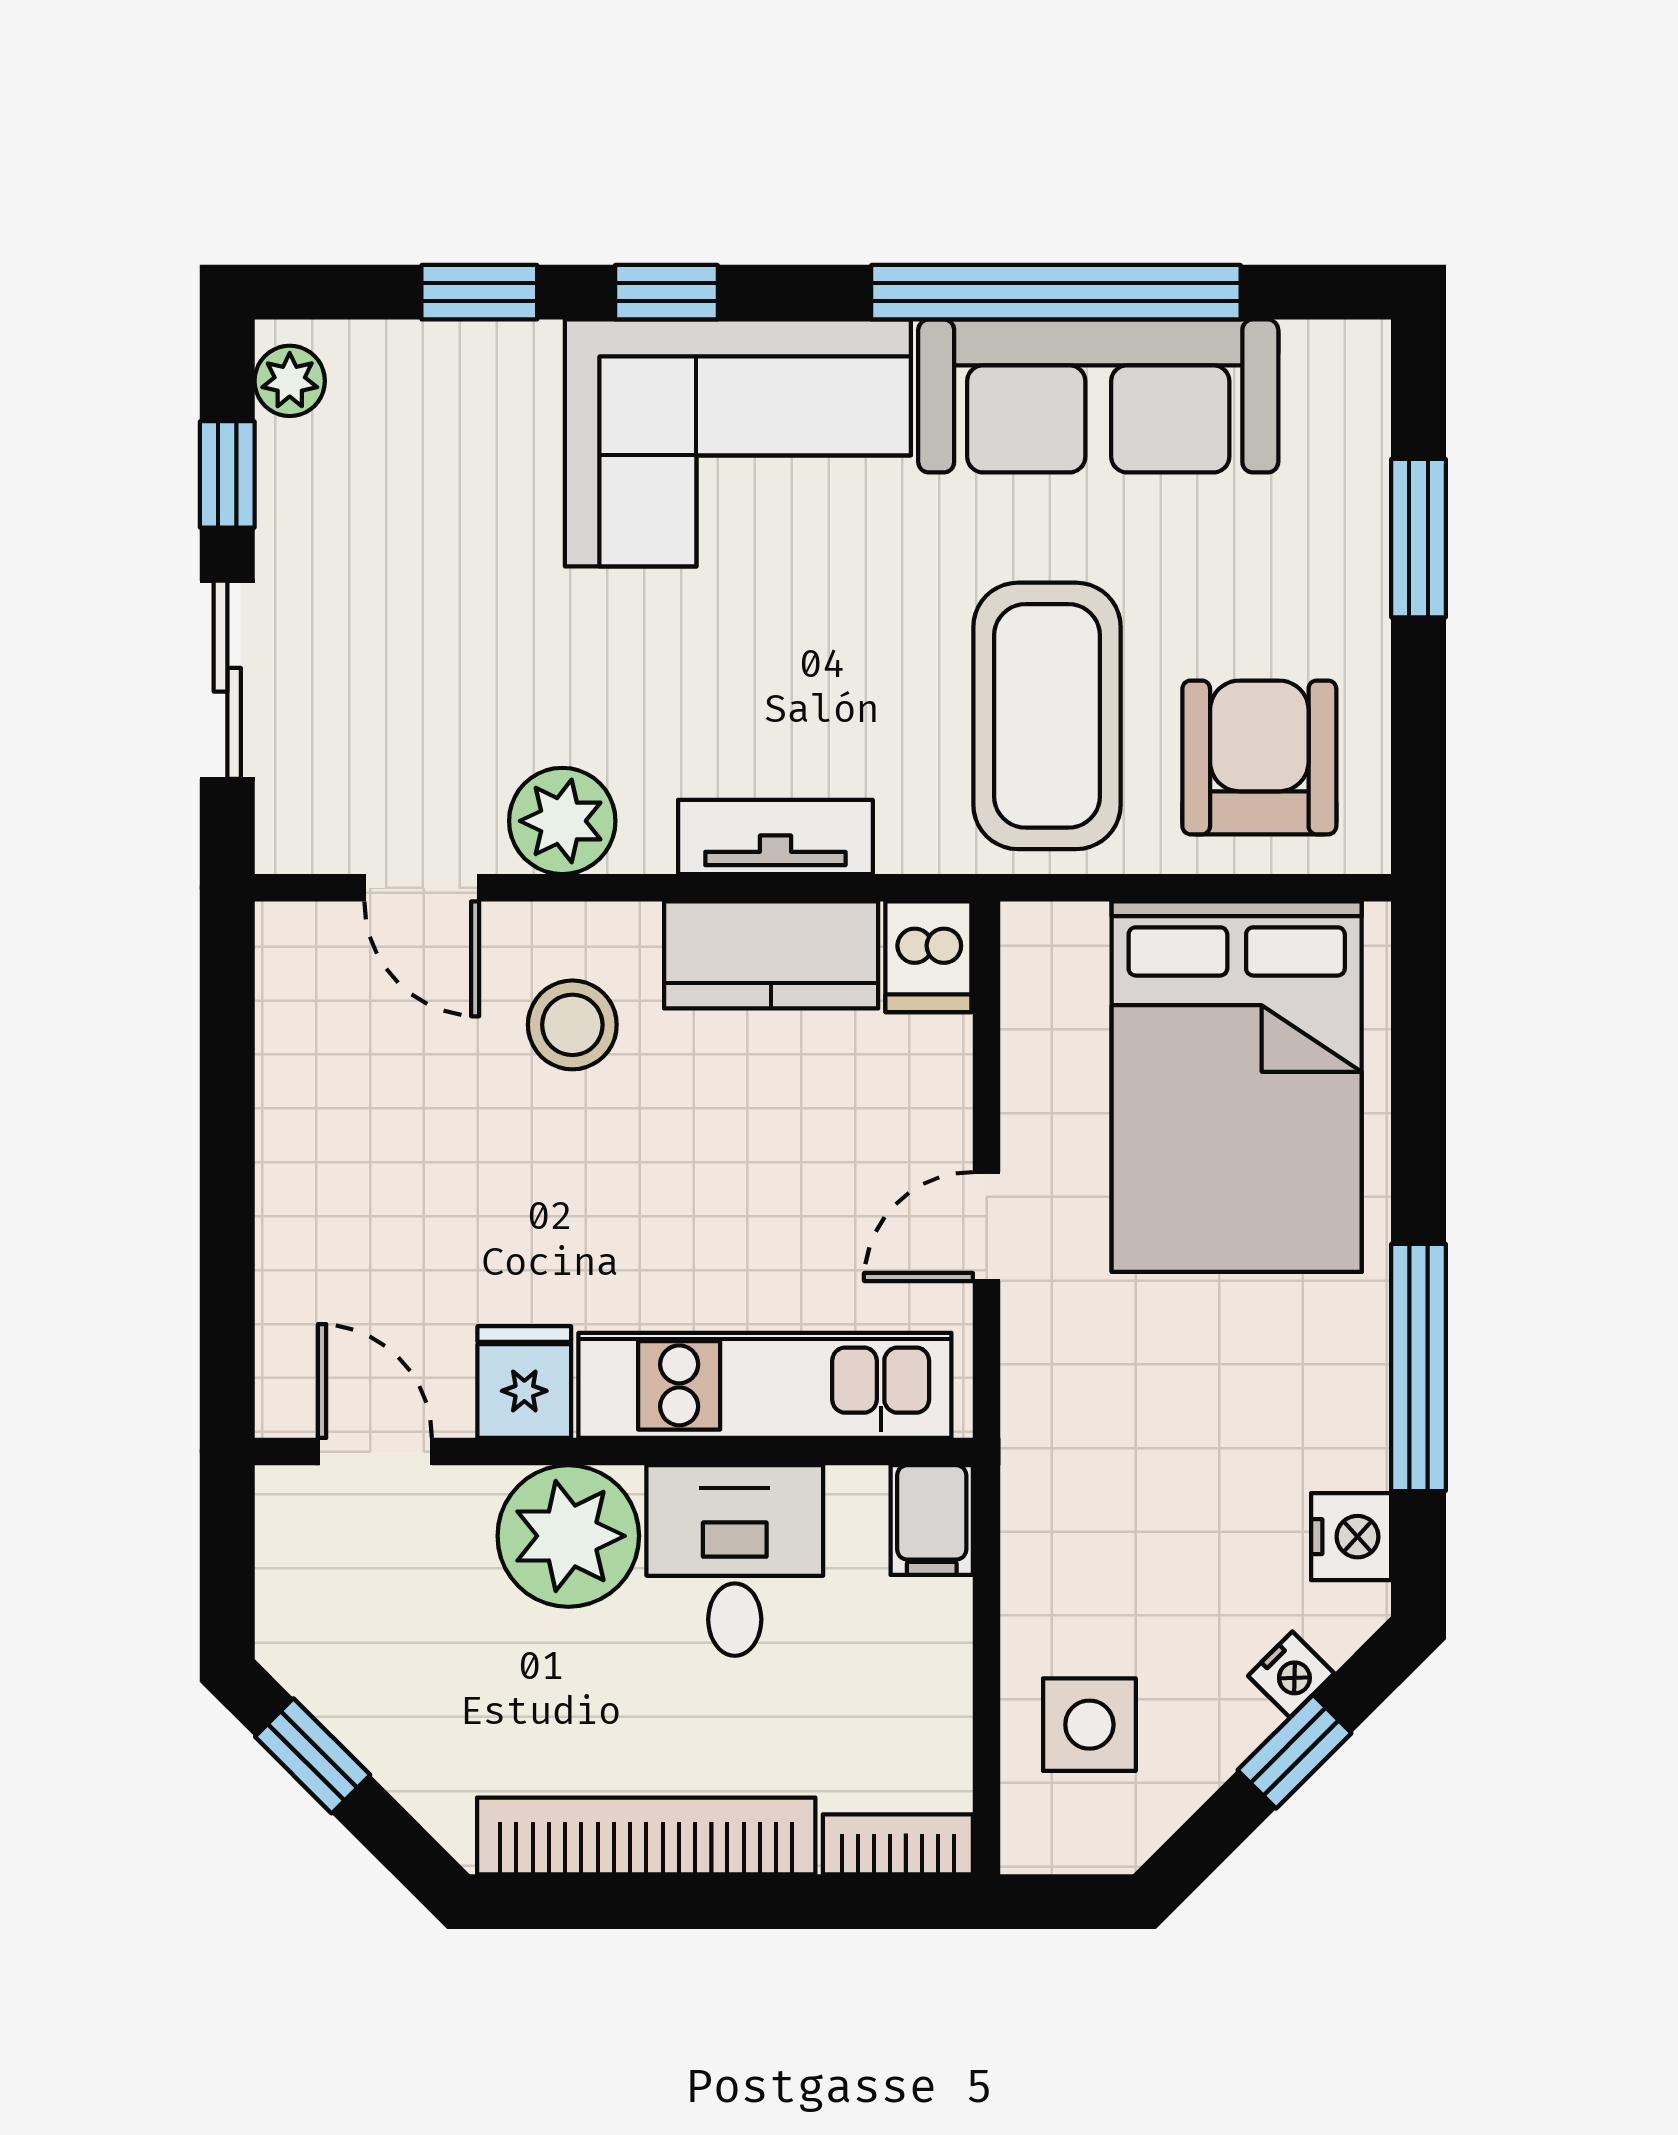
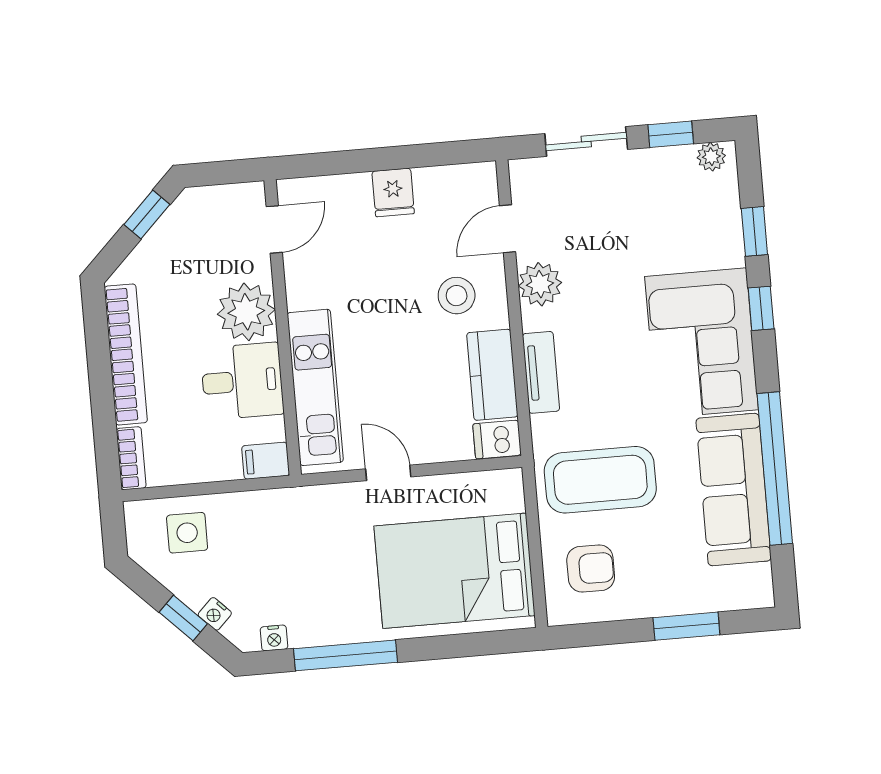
armchair: (1259, 757) -> (591, 568), width x0.72, depth x0.72
fridge: (524, 1382) -> (393, 192), moved, turned 90
nightstand: (1351, 1537) -> (274, 638), width x0.72, depth x0.74

